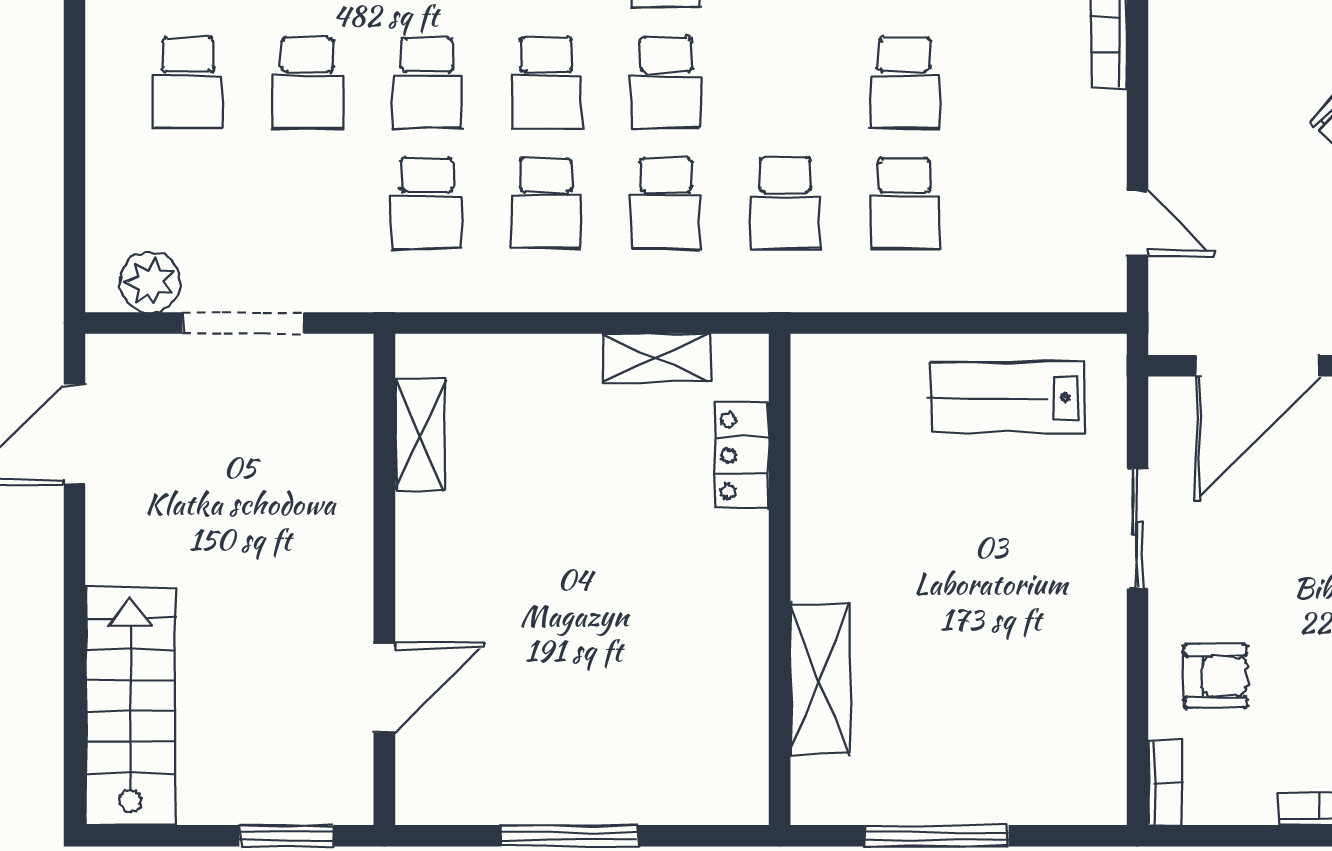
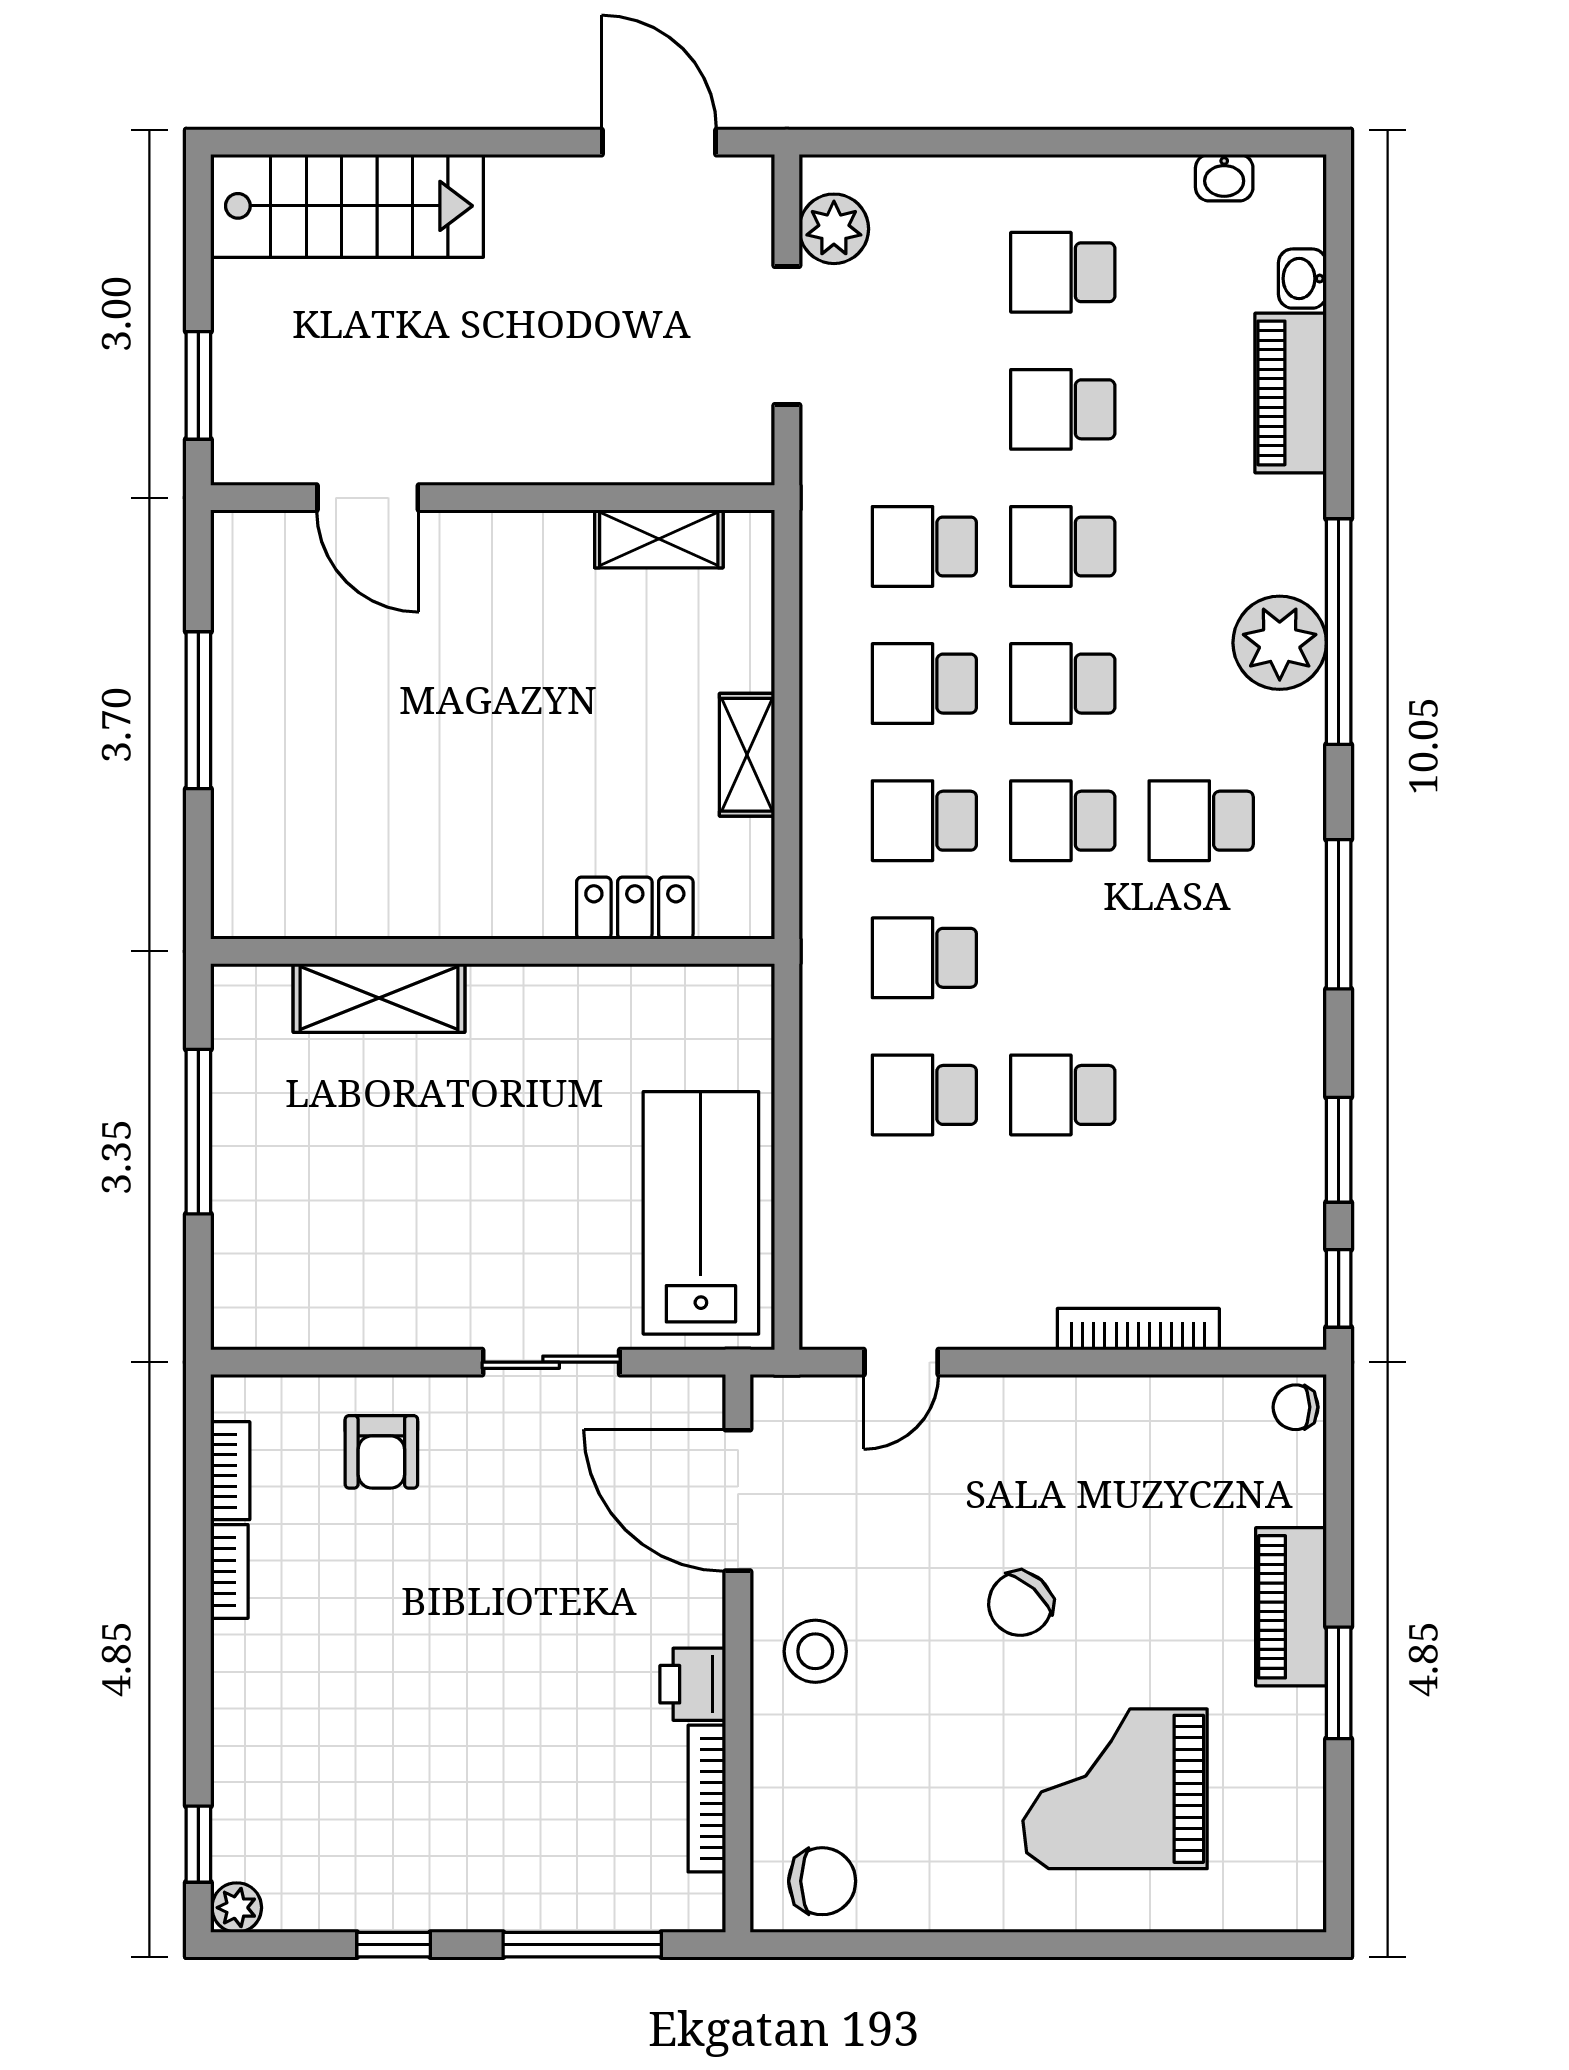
shelving: (657, 358) -> (747, 755), moved
lab bench: (1007, 398) -> (701, 1213), width x1.36, depth x1.39
bookcase: (1165, 782) -> (230, 1471), moved, turned -90

